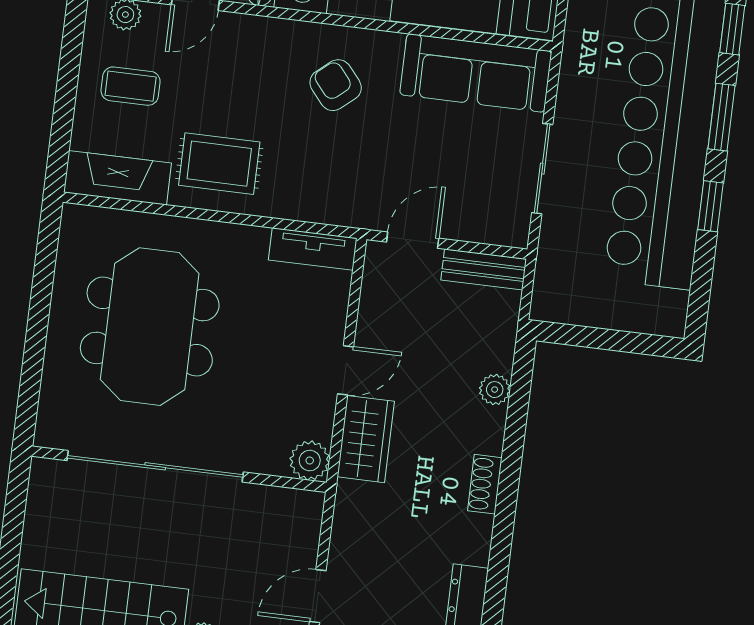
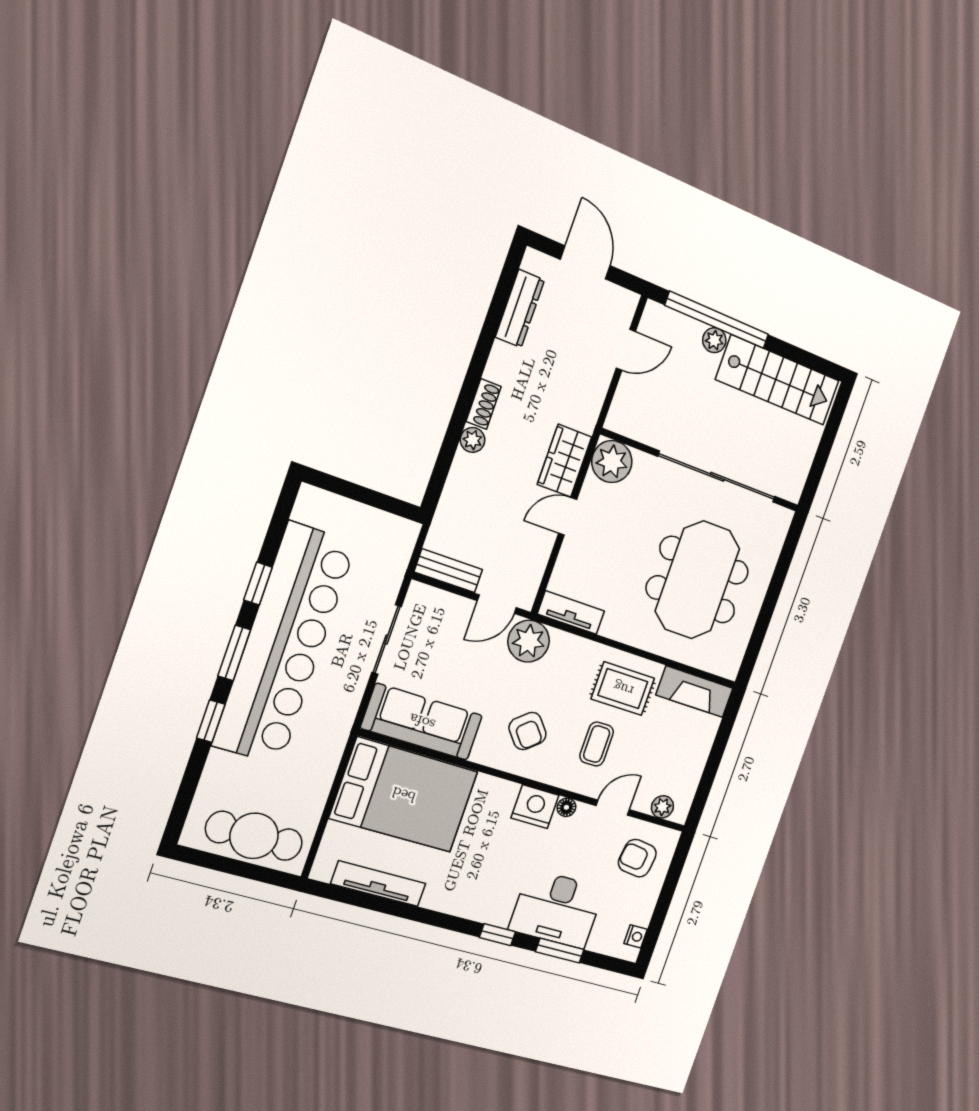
coffee table: (131, 86) -> (597, 744), moved, turned 90
plant: (361, 201) -> (529, 641), added
plant: (495, 390) -> (473, 440), moved
plant: (310, 461) -> (612, 462), width x1.36, depth x1.36

